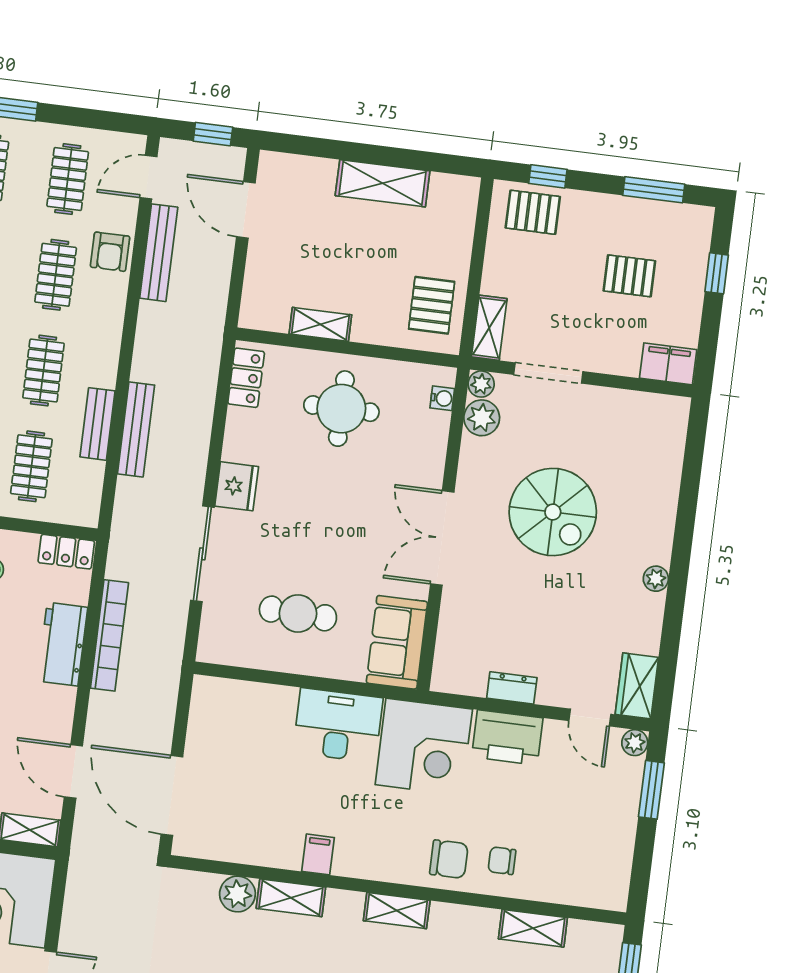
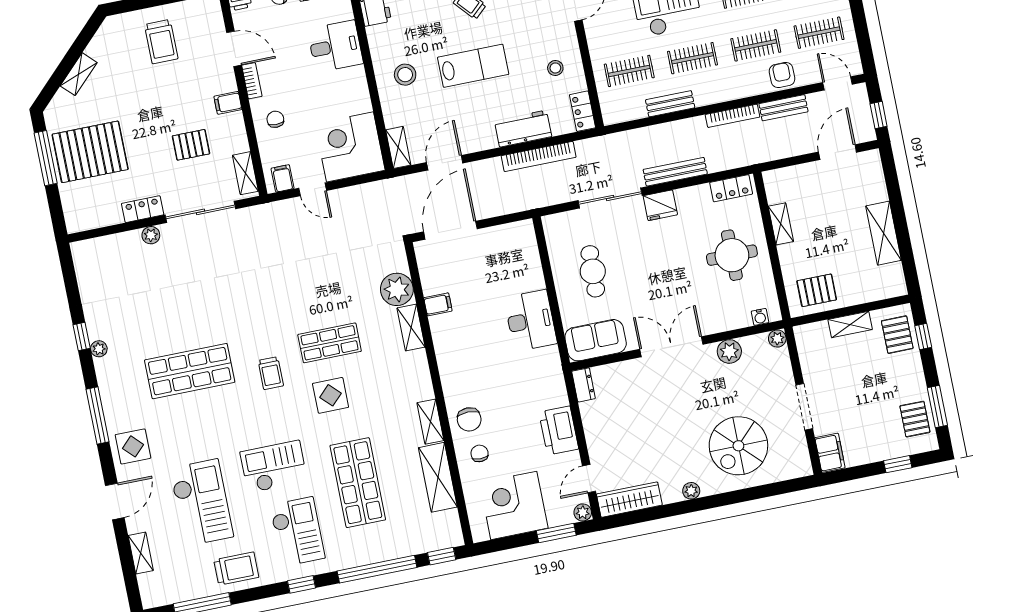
armchair: (110, 252) -> (782, 75), turned 90
bench: (159, 253) -> (783, 108), width x0.73
pallet: (629, 276) -> (915, 419), moved
shelving: (489, 328) -> (850, 324), moved
bookcase: (144, 341) -> (733, 116), added
doorway: (548, 373) -> (804, 407), moved
plant: (482, 418) -> (729, 351), moved
bench: (136, 429) -> (675, 172), moved
spiral stairs: (553, 512) -> (738, 446), moved
wardrobe: (637, 686) -> (629, 500), width x1.50
dresser: (512, 688) -> (584, 385), moved
corner desk: (424, 747) -> (514, 505), moved, turned 90
filing cabinet: (318, 854) -> (438, 304), moved
plant: (237, 894) -> (397, 289), width x1.36, depth x1.36
shelving: (397, 911) -> (430, 422), moved
shelving: (533, 928) -> (438, 477), width x1.50, depth x1.33

